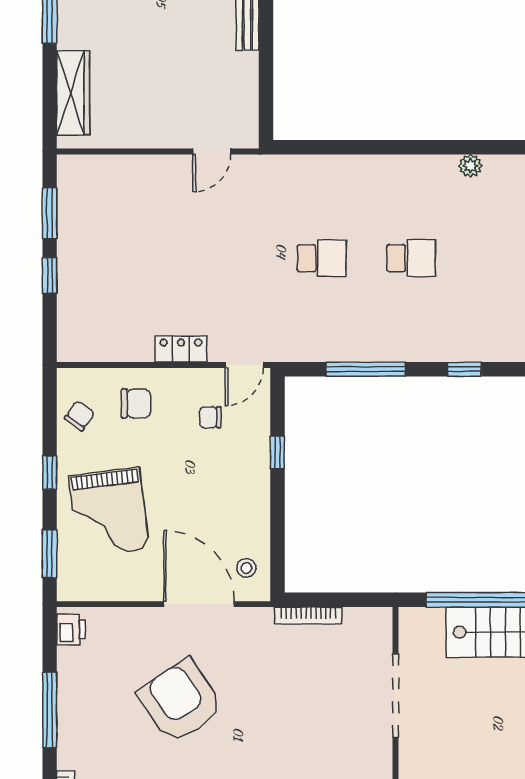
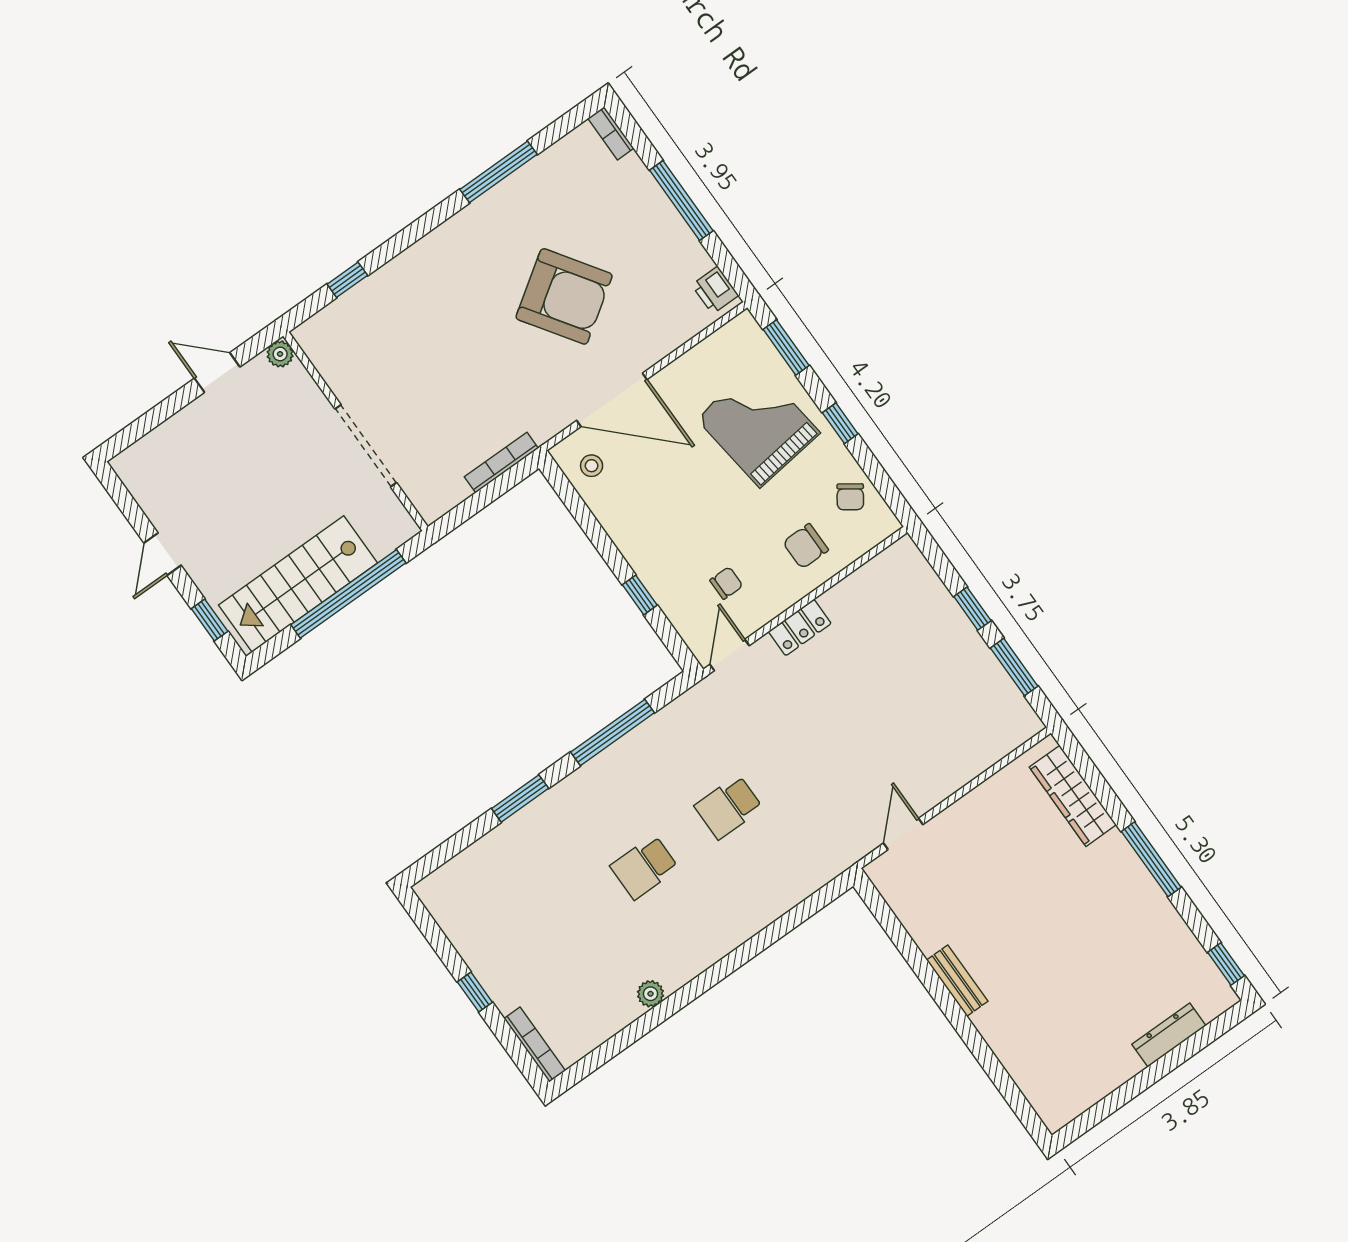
window: (464, 369) -> (520, 798), width x1.50

